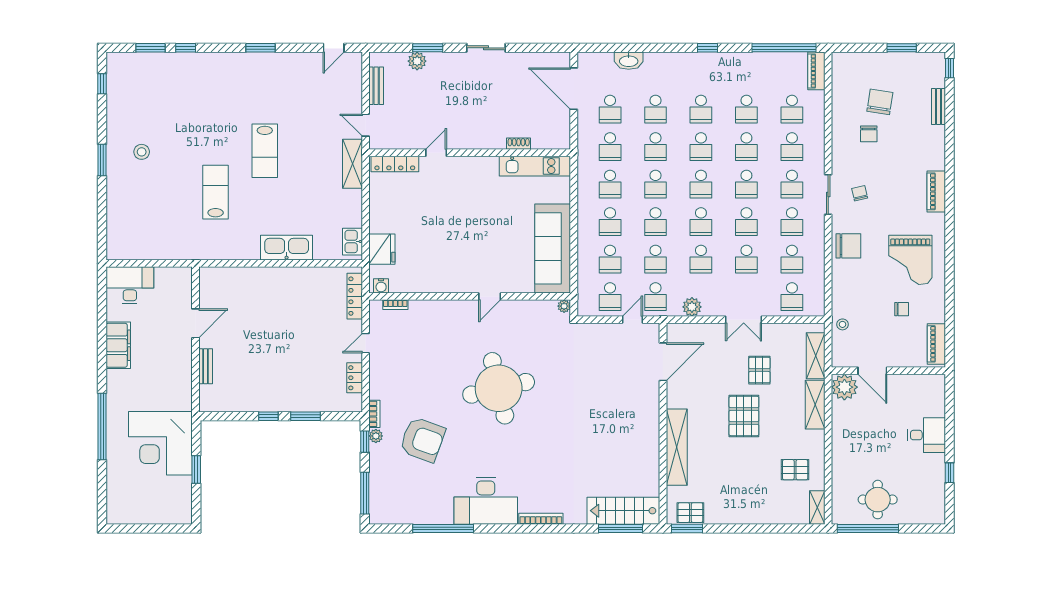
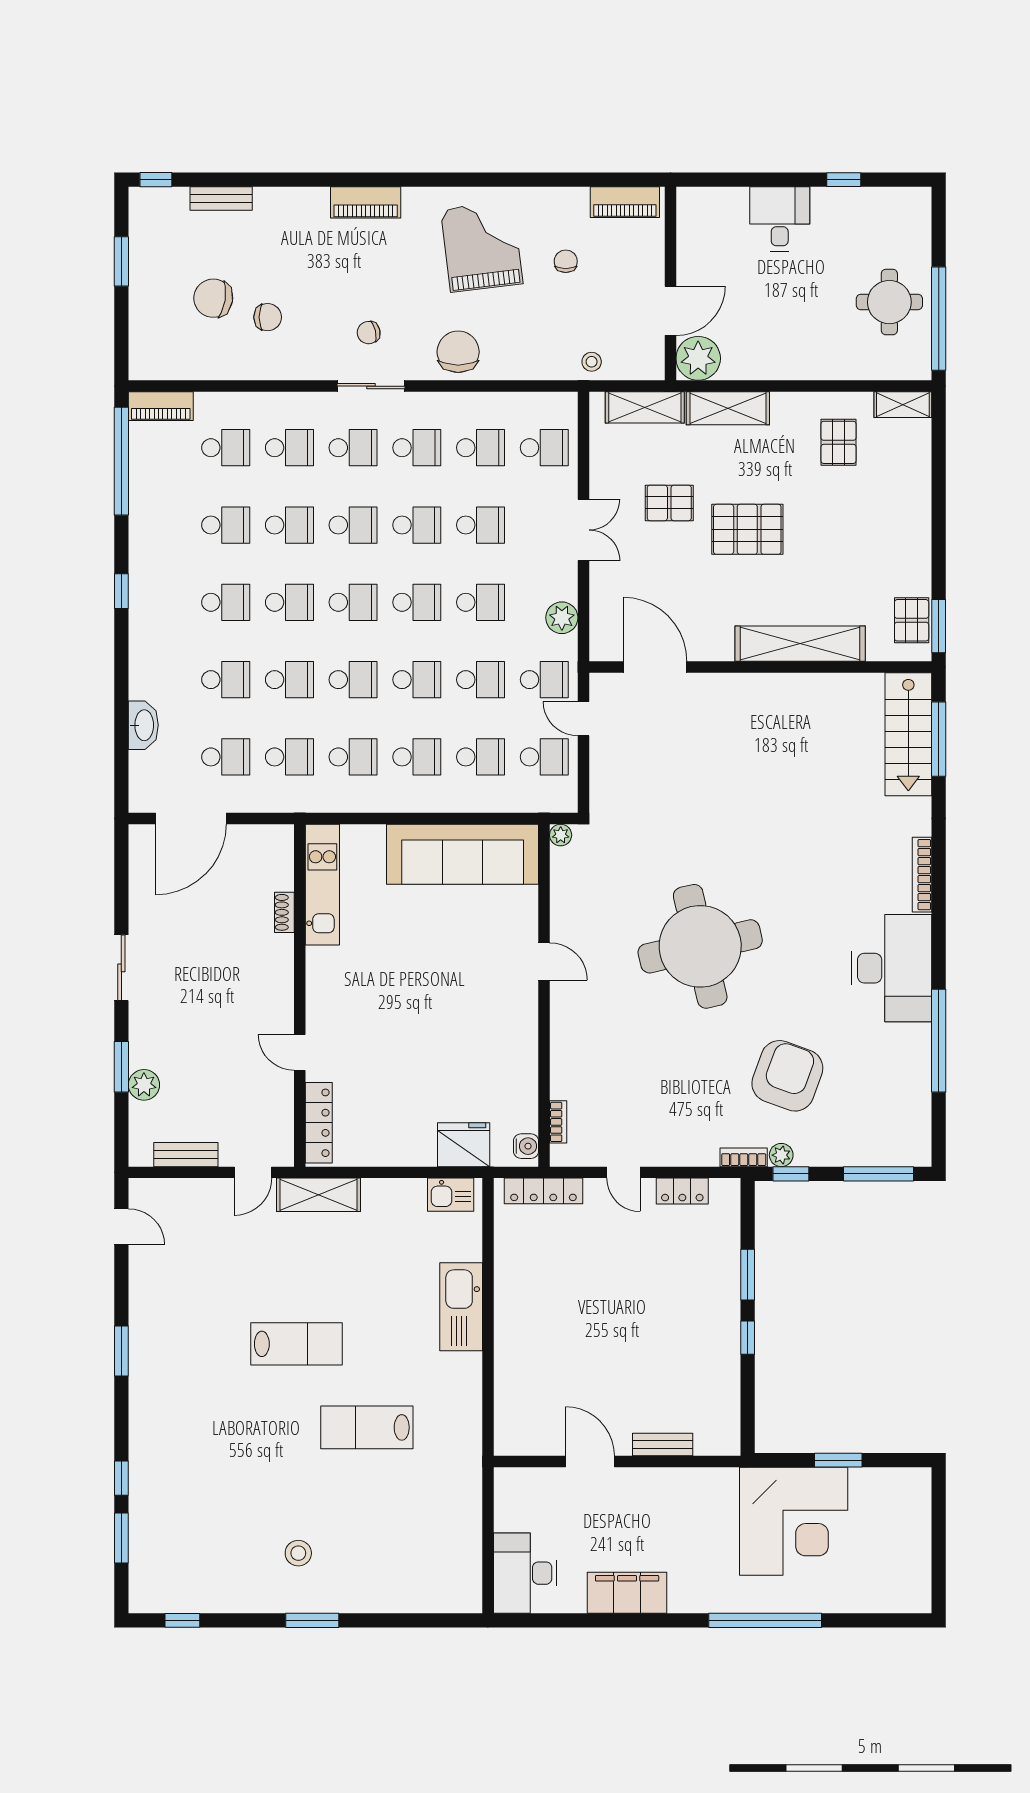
grand piano: (910, 260) -> (482, 246), turned -97

